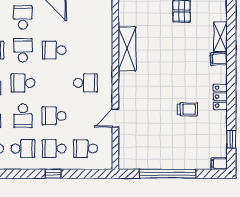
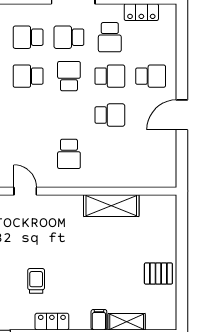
school desk: (54, 50) -> (110, 115), turned 90
trolley: (188, 109) -> (36, 281), turned 180
school desk: (54, 116) -> (28, 115), removed

